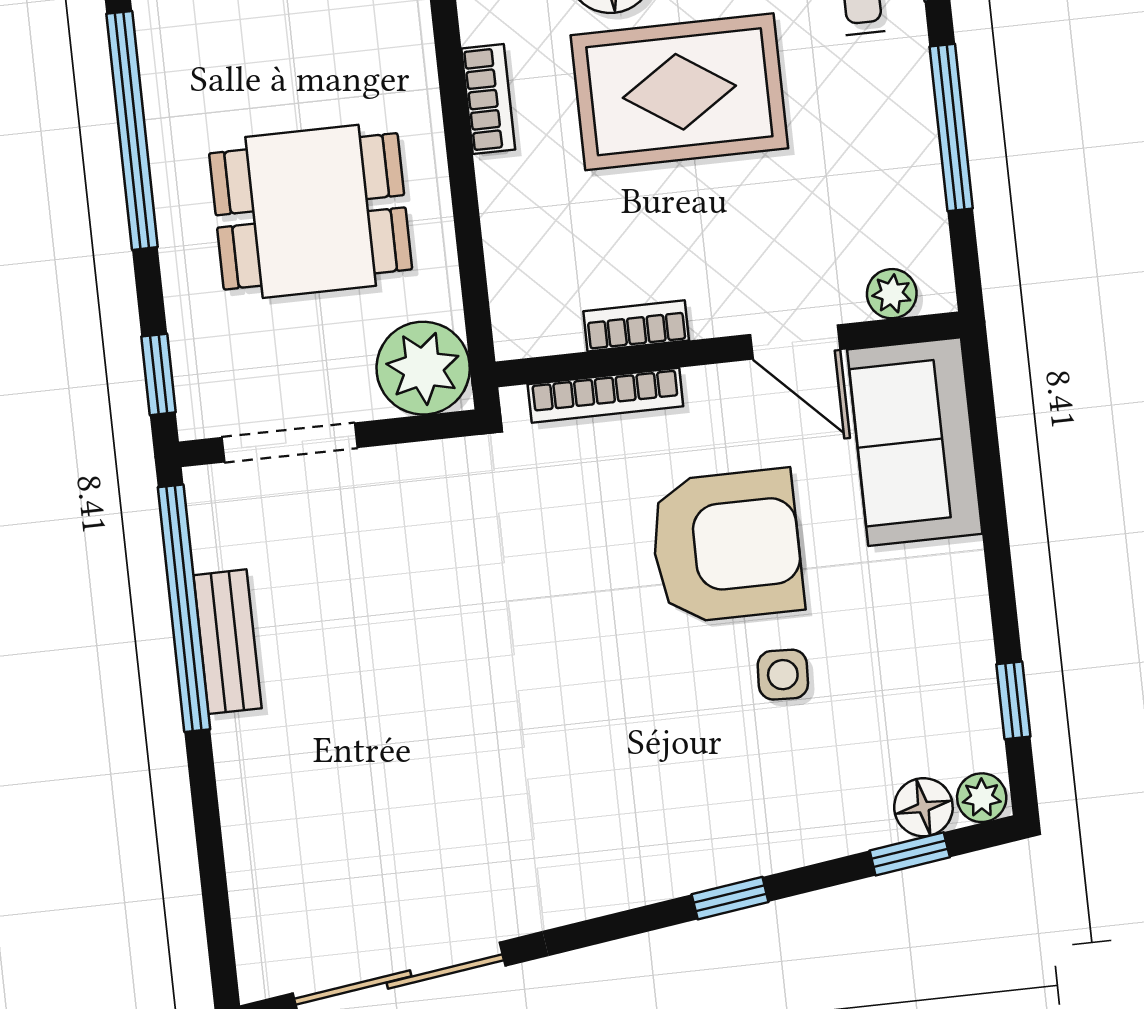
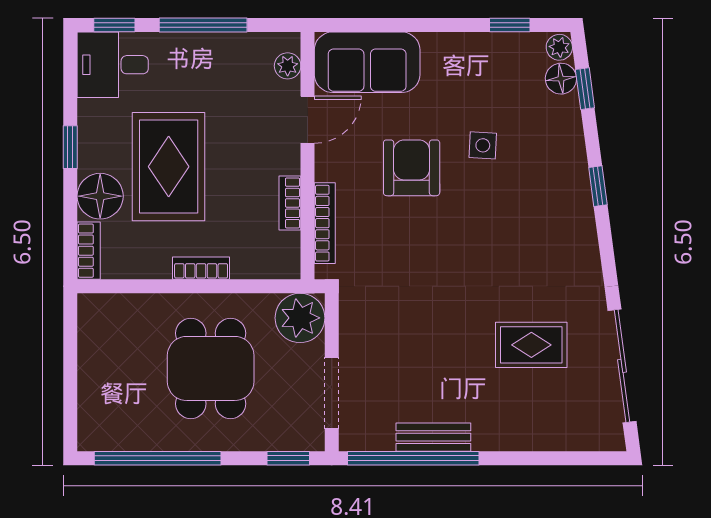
bookcase: (488, 99) -> (201, 268), moved
armchair: (726, 546) -> (412, 168), width x0.73, depth x0.73
rug: (420, 806) -> (531, 345), added

